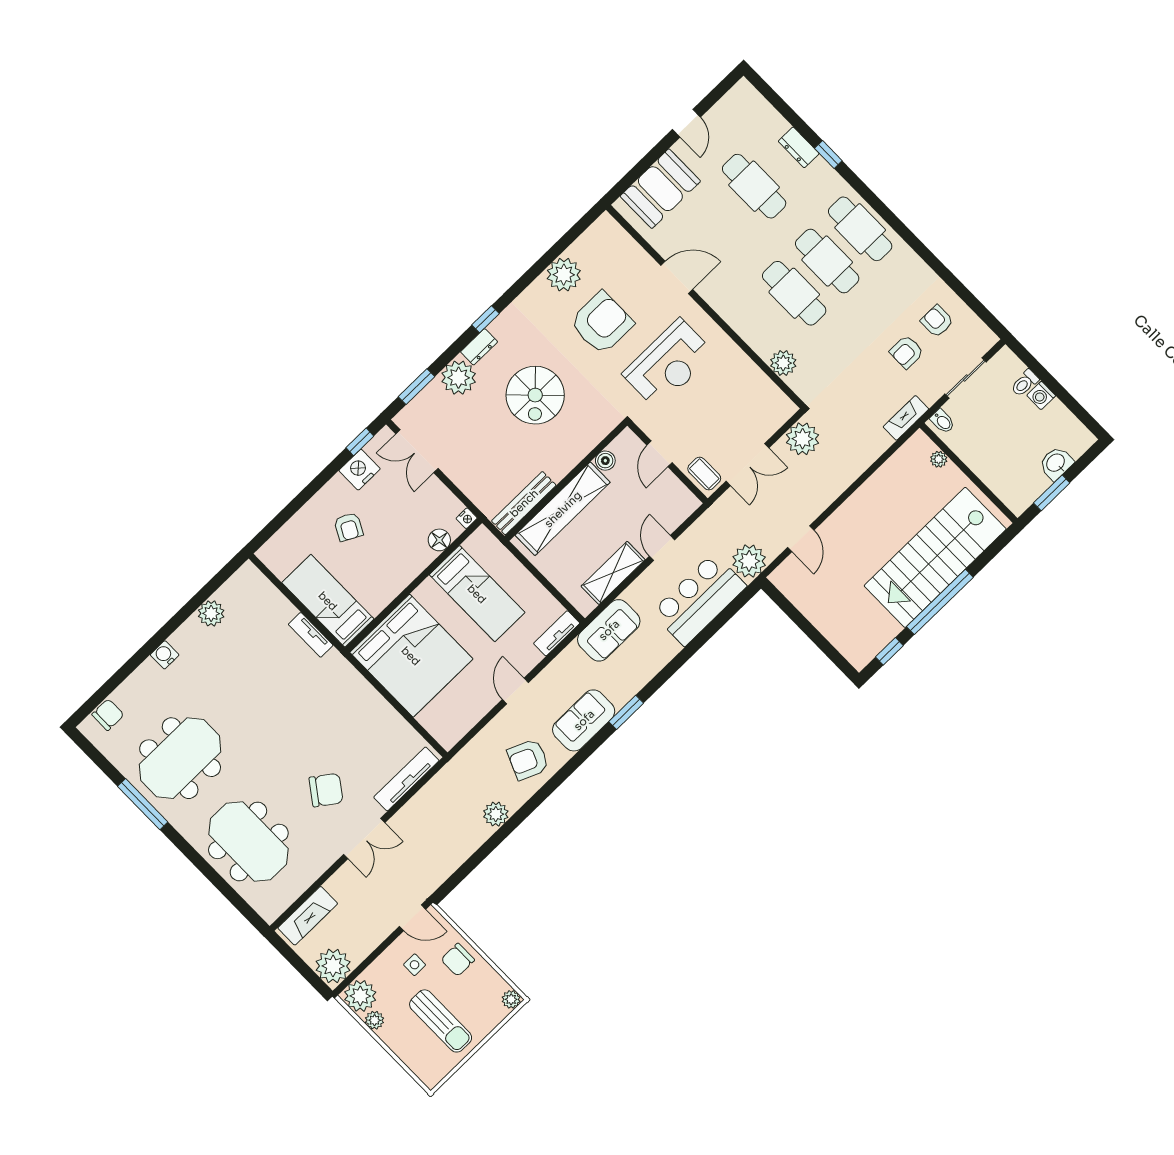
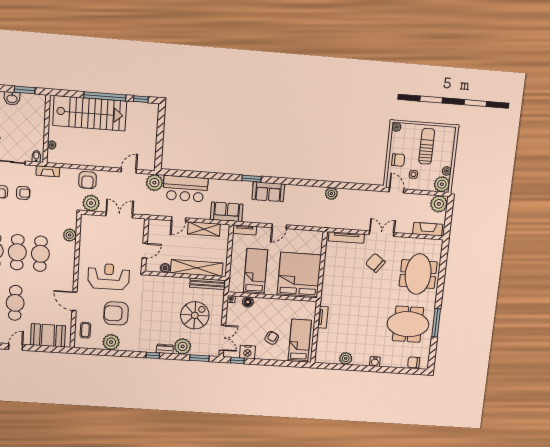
spiral stairs: (535, 395) -> (195, 315), moved
coffee table: (704, 474) -> (85, 330), moved
bed: (328, 601) -> (300, 341), moved, turned 180
armchair: (528, 760) -> (88, 180), moved, turned 67

